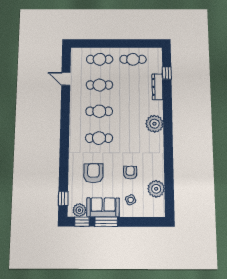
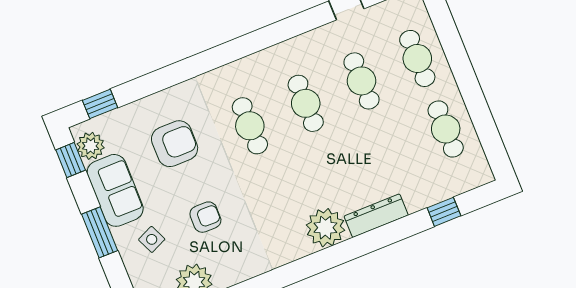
dresser: (157, 87) -> (376, 216), moved
window: (106, 222) -> (100, 232), moved

